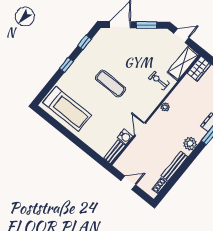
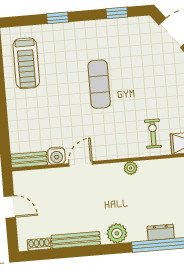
window: (66, 65) -> (57, 18), moved
treadmill: (67, 109) -> (26, 63), width x0.73, depth x0.73

